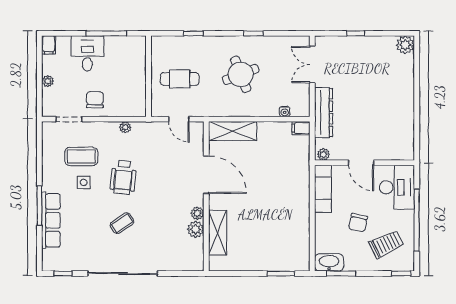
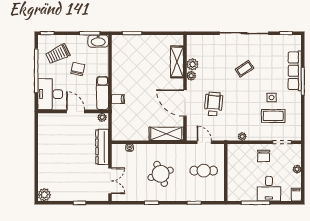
filing cabinet: (301, 128) -> (118, 99), moved
wheelchair: (123, 177) -> (214, 104), moved

